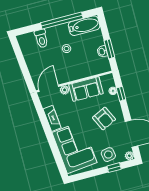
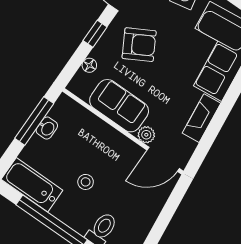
window: (109, 49) -> (34, 121), width x1.44
window: (121, 94) -> (95, 34), moved
armchair: (104, 119) -> (139, 45), turned 87

